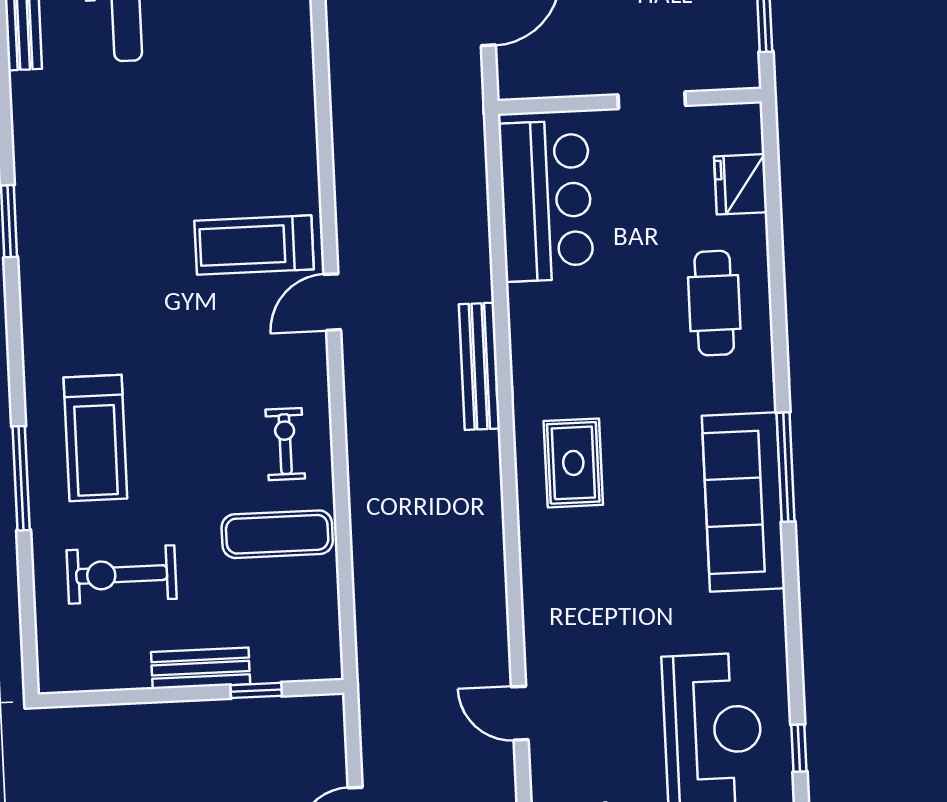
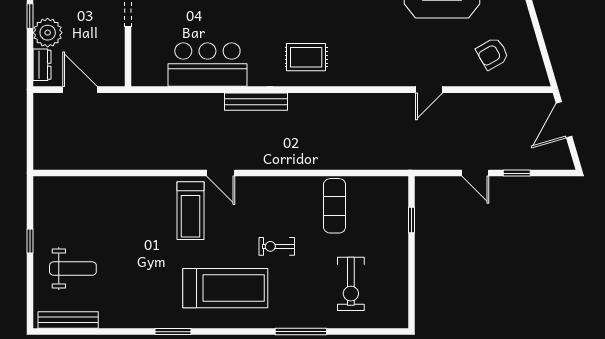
bar counter: (546, 201) -> (207, 65), moved
treadmill: (95, 438) -> (225, 288), moved, width x1.37, depth x1.38
exercise bike: (285, 444) -> (277, 246), moved
bench: (201, 668) -> (399, 247), removed

